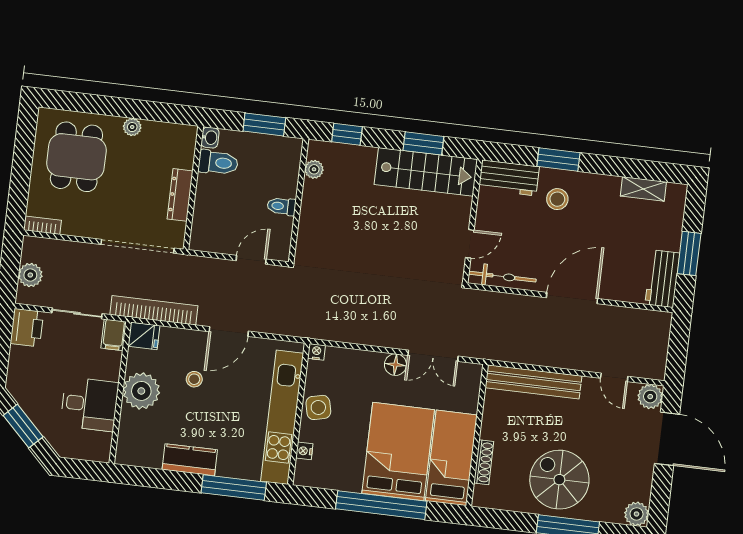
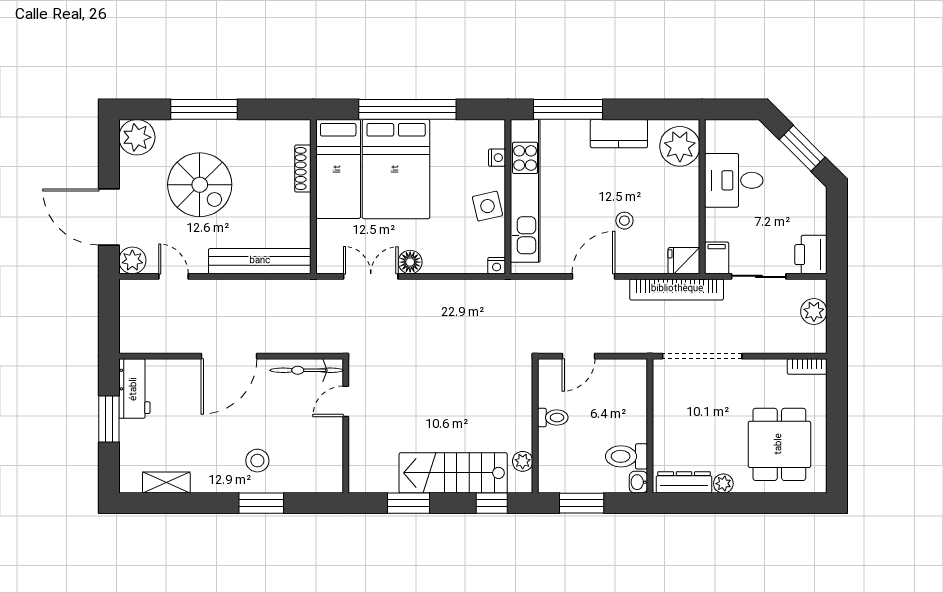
stairs: (426, 172) -> (453, 473), moved
workbench: (509, 178) -> (312, 477), removed
dresser: (180, 195) -> (684, 482), moved, turned -90
plant: (141, 391) -> (680, 146), moved
spiral stairs: (559, 480) -> (200, 185), moved
plant: (636, 514) -> (137, 137), width x1.36, depth x1.36

